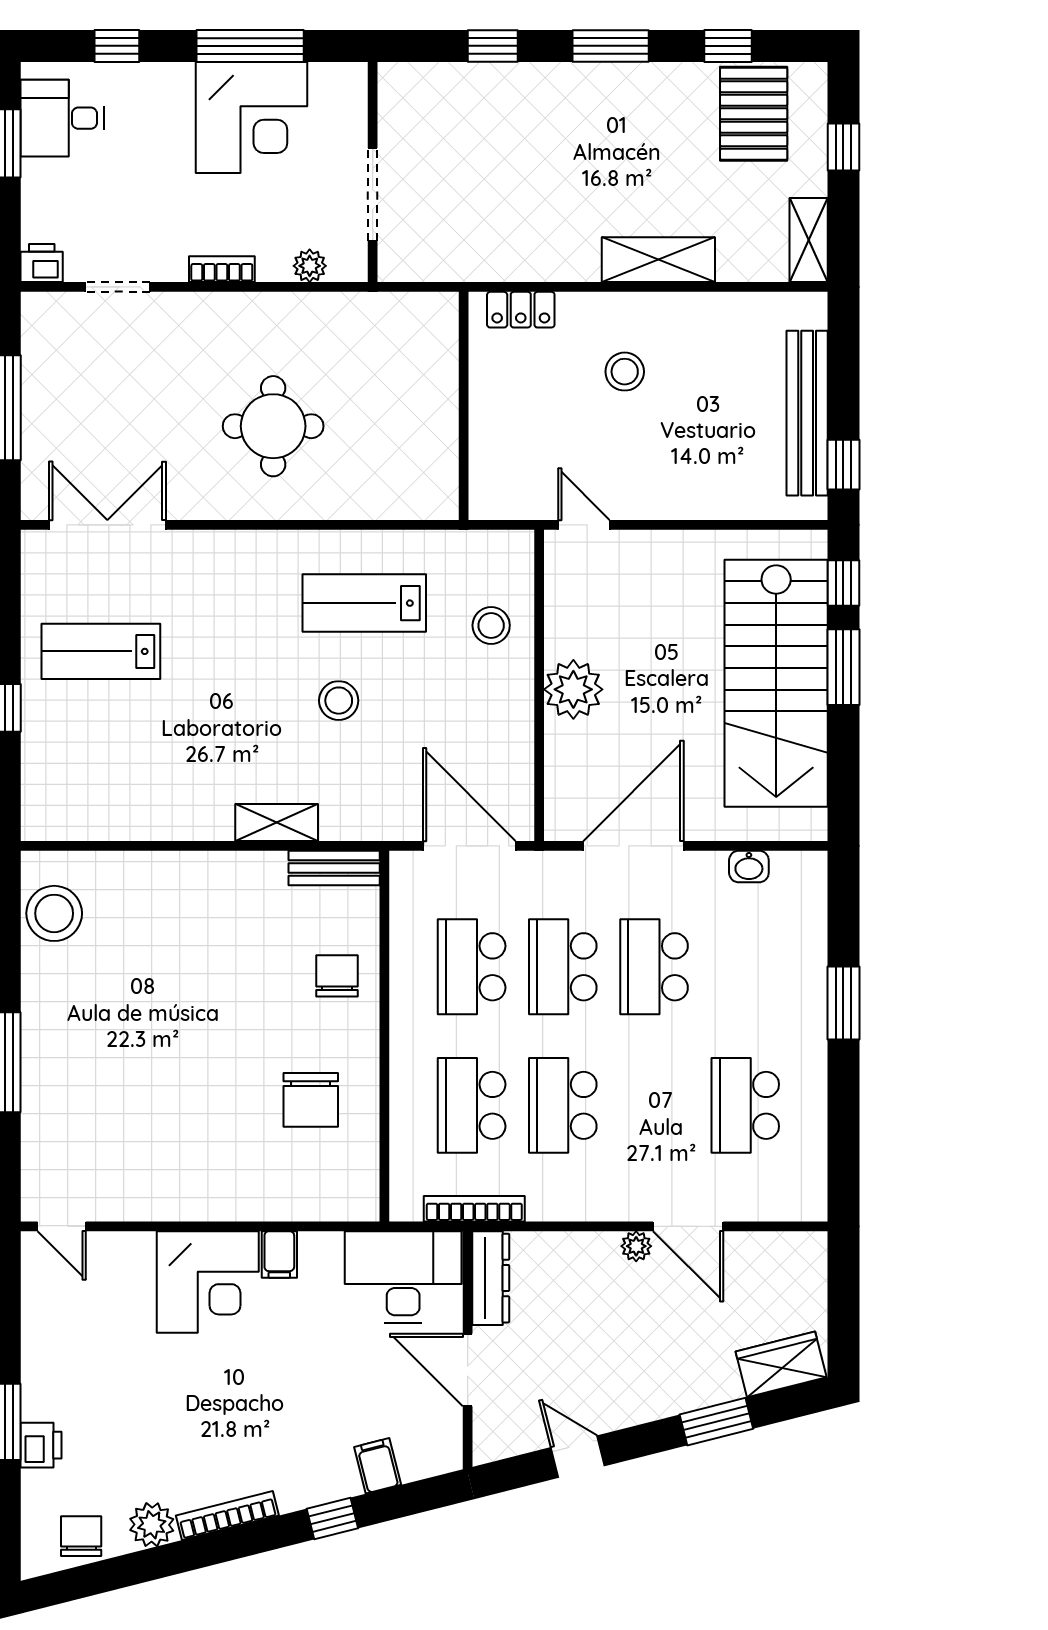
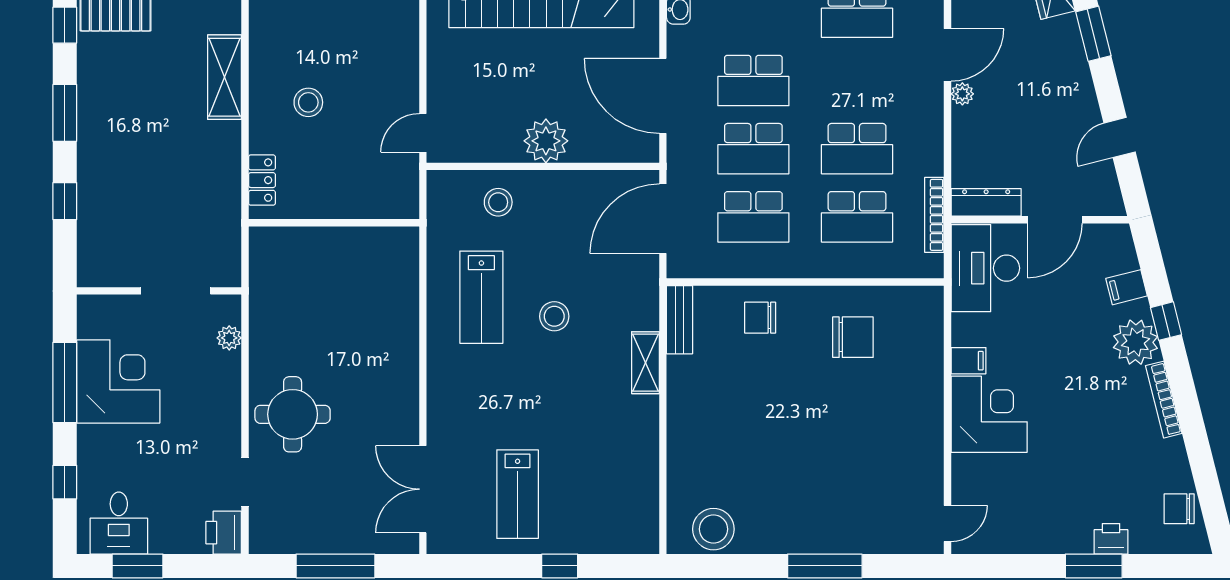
printer: (42, 263) -> (224, 533), width x1.36, depth x1.24
bookcase: (222, 269) -> (232, 404), removed
round table: (273, 426) -> (293, 414), moved
plant: (152, 1525) -> (1136, 342), moved, width x1.36, depth x1.36

